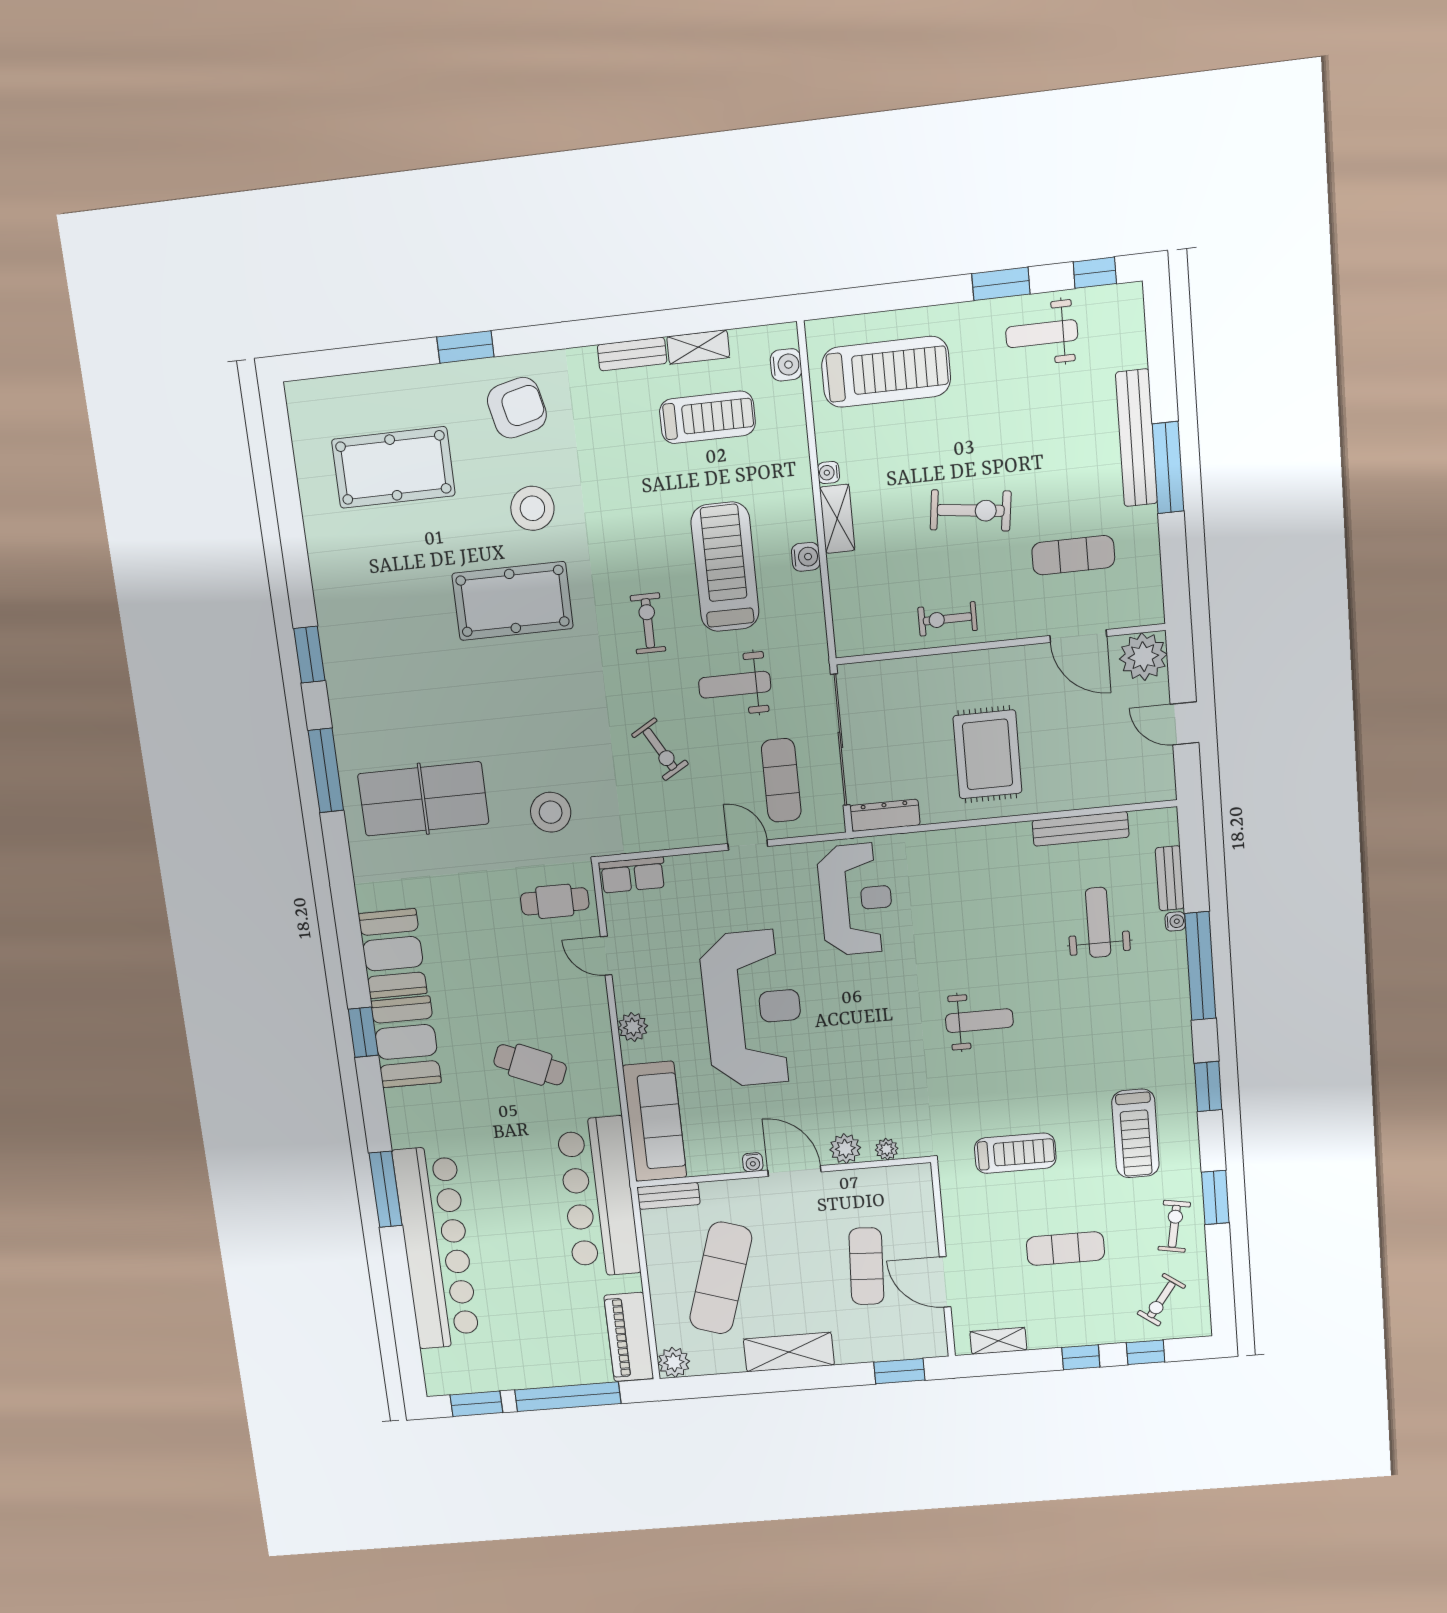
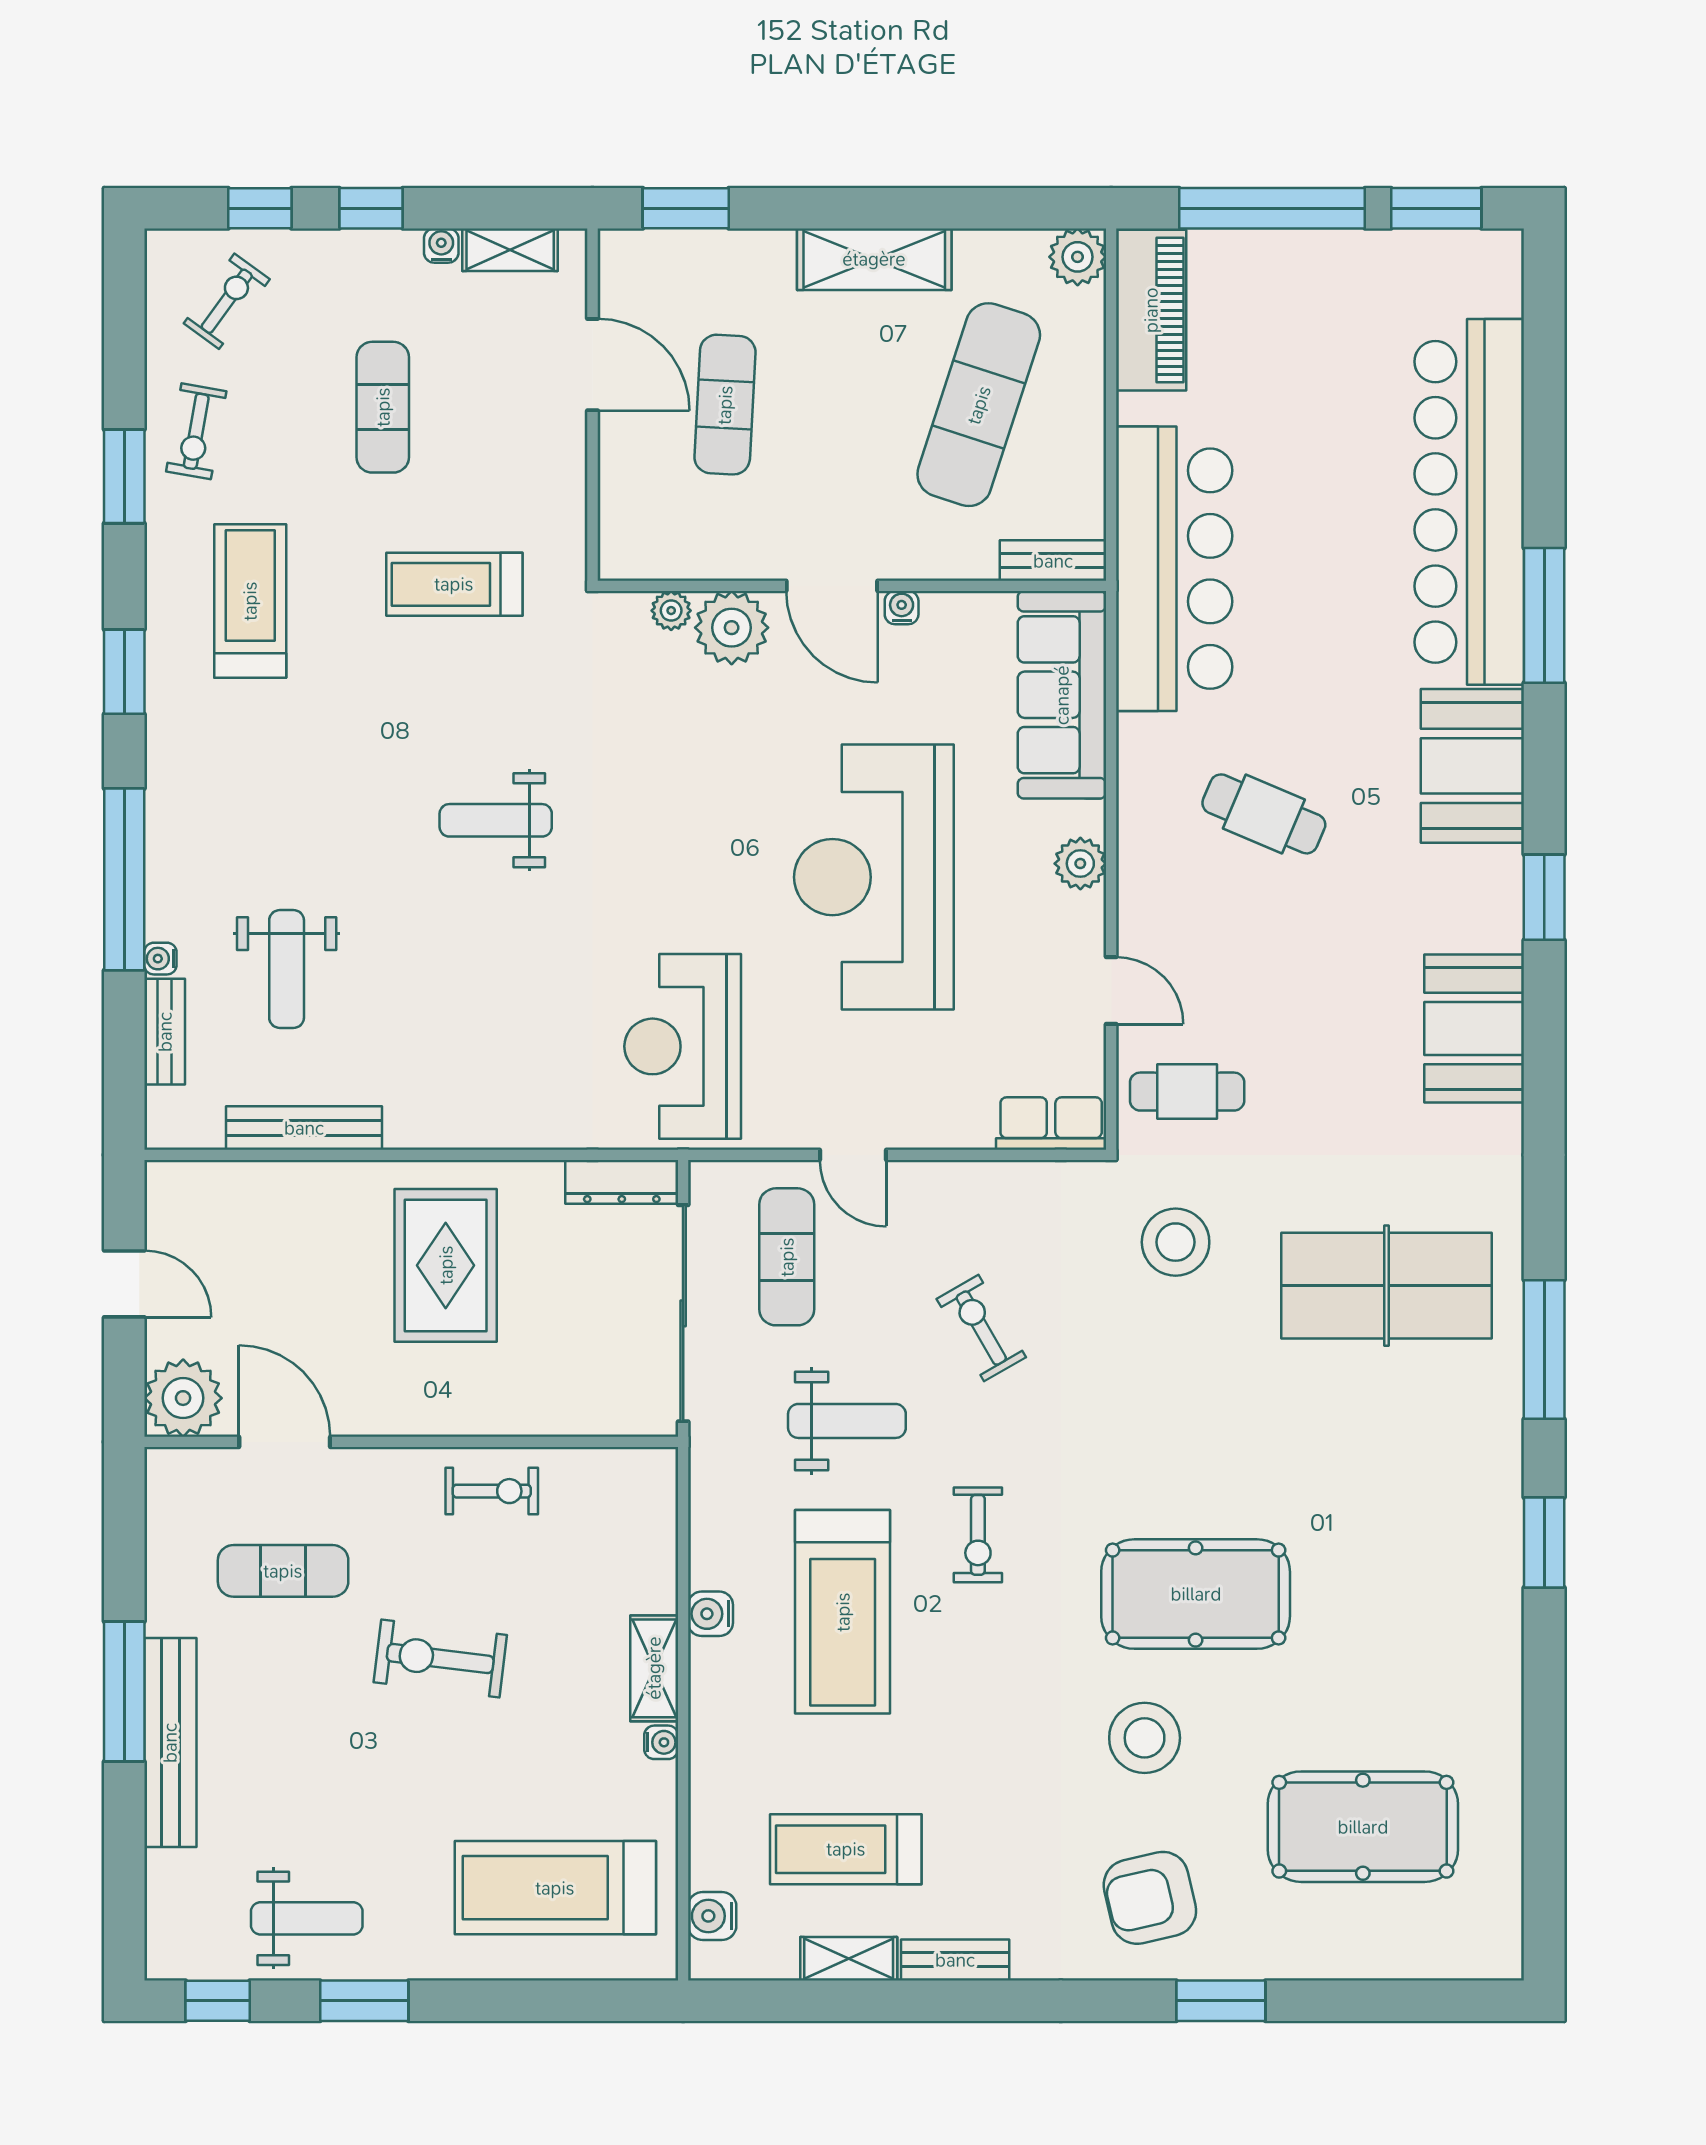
booth: (406, 1042) -> (1472, 766), moved
plant: (845, 1149) -> (732, 628), width x1.36, depth x1.36
exercise mat: (1065, 1249) -> (383, 407), turned 90
water cooler: (1038, 1340) -> (441, 246), added

